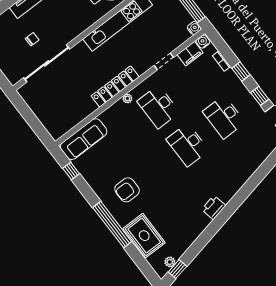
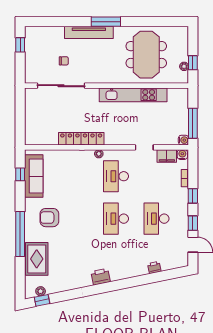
locker: (115, 86) -> (81, 139), moved
sofa: (84, 139) -> (34, 176), moved, turned -90
printer: (256, 162) -> (154, 268), added

